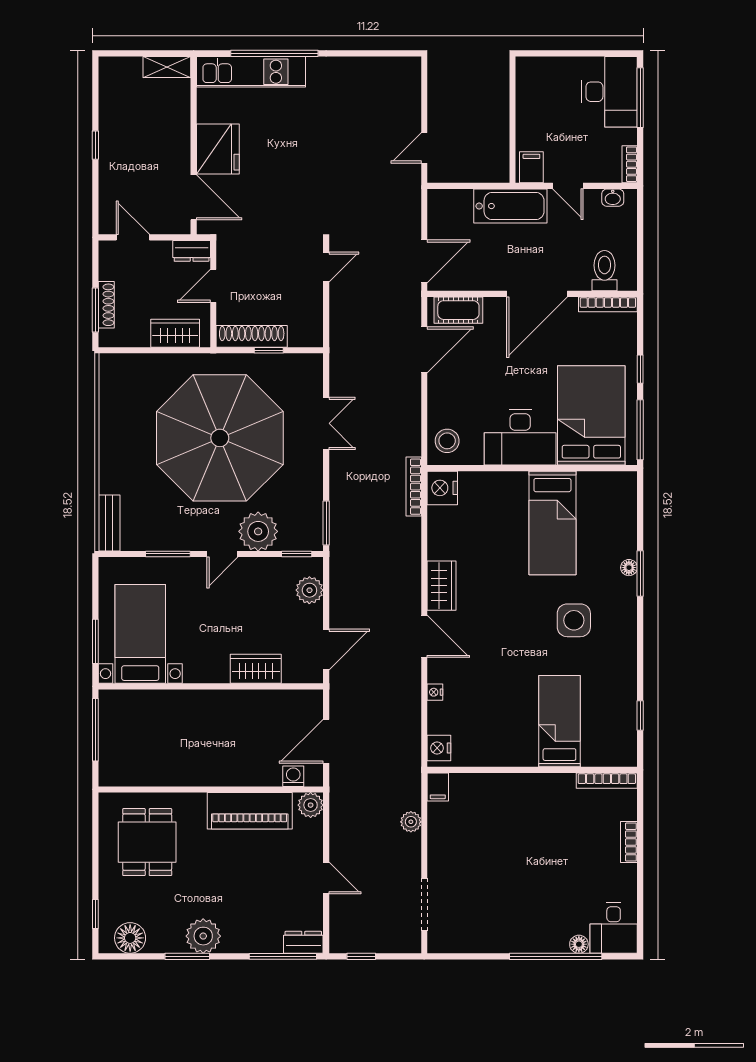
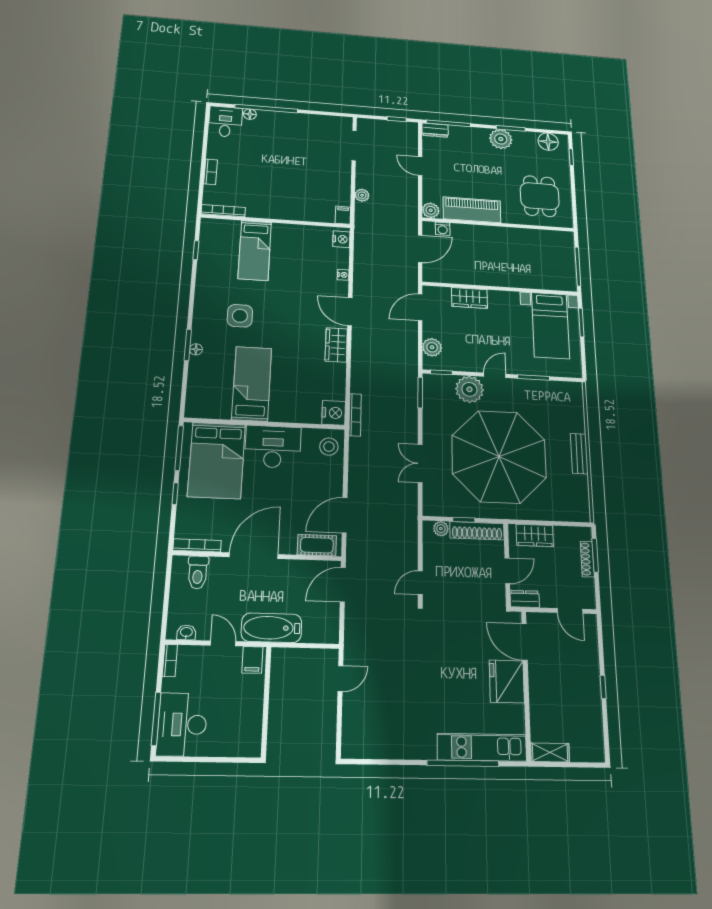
plant: (299, 337) -> (441, 529), added
bench: (109, 523) -> (579, 454), moved

